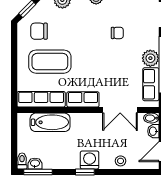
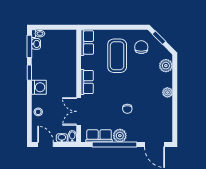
chair: (117, 33) -> (127, 109), moved
row of seats: (41, 99) -> (87, 43), width x0.68
bathtub: (50, 122) -> (69, 56), removed
window: (85, 172) -> (29, 73), moved

